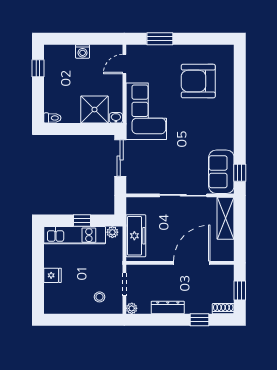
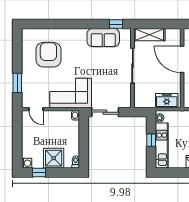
washing machine: (83, 51) -> (27, 163), moved
armchair: (198, 81) -> (48, 55), turned 180
shower: (94, 110) -> (54, 158), moved
sofa: (221, 172) -> (103, 38), moved
freezer: (136, 236) -> (167, 101), width x0.71

